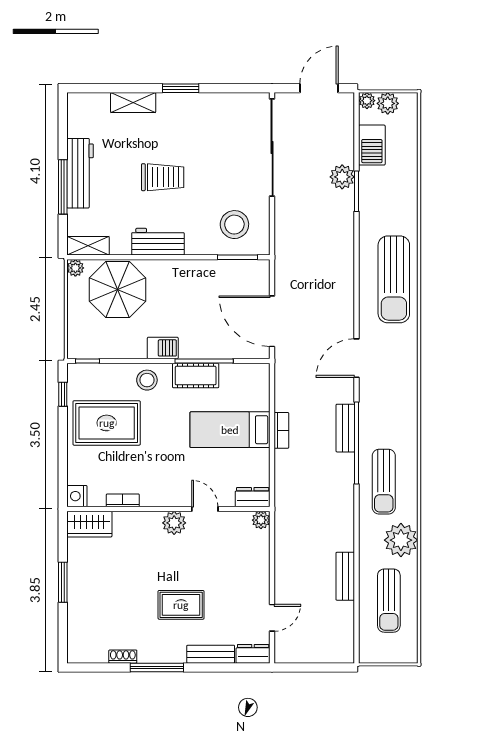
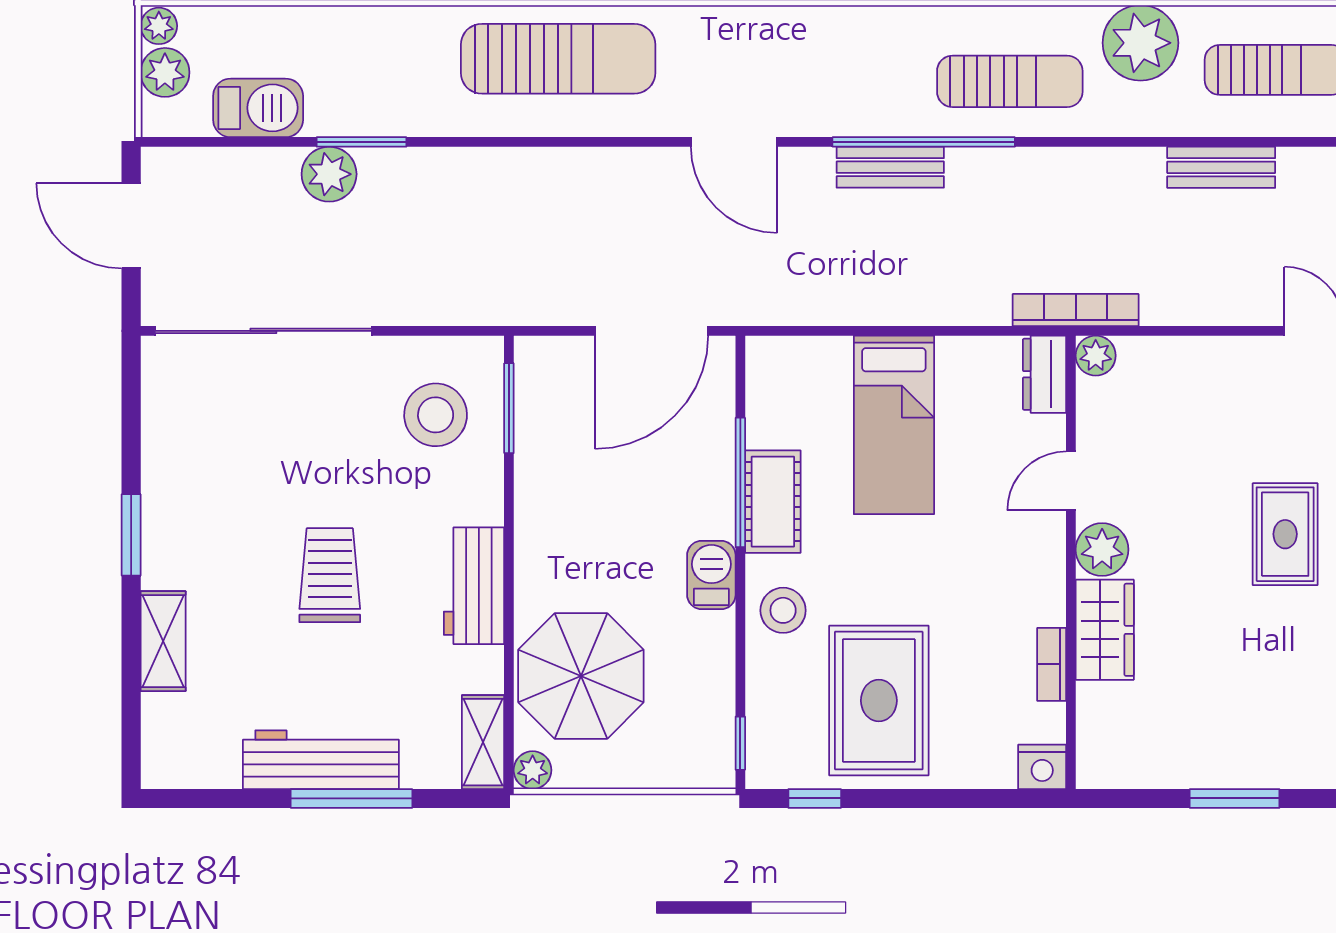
plant: (367, 101) -> (159, 26), moved
bookcase: (281, 430) -> (1076, 310), moved, width x1.56
wardrobe: (89, 524) -> (1105, 630), moved

